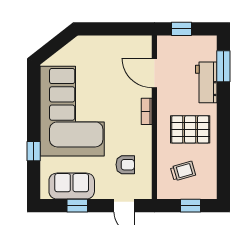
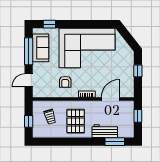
window: (109, 29) -> (138, 71), added
window: (34, 151) -> (49, 24), moved
armchair: (125, 165) -> (65, 82), moved
window: (77, 206) -> (29, 51), width x2.17

